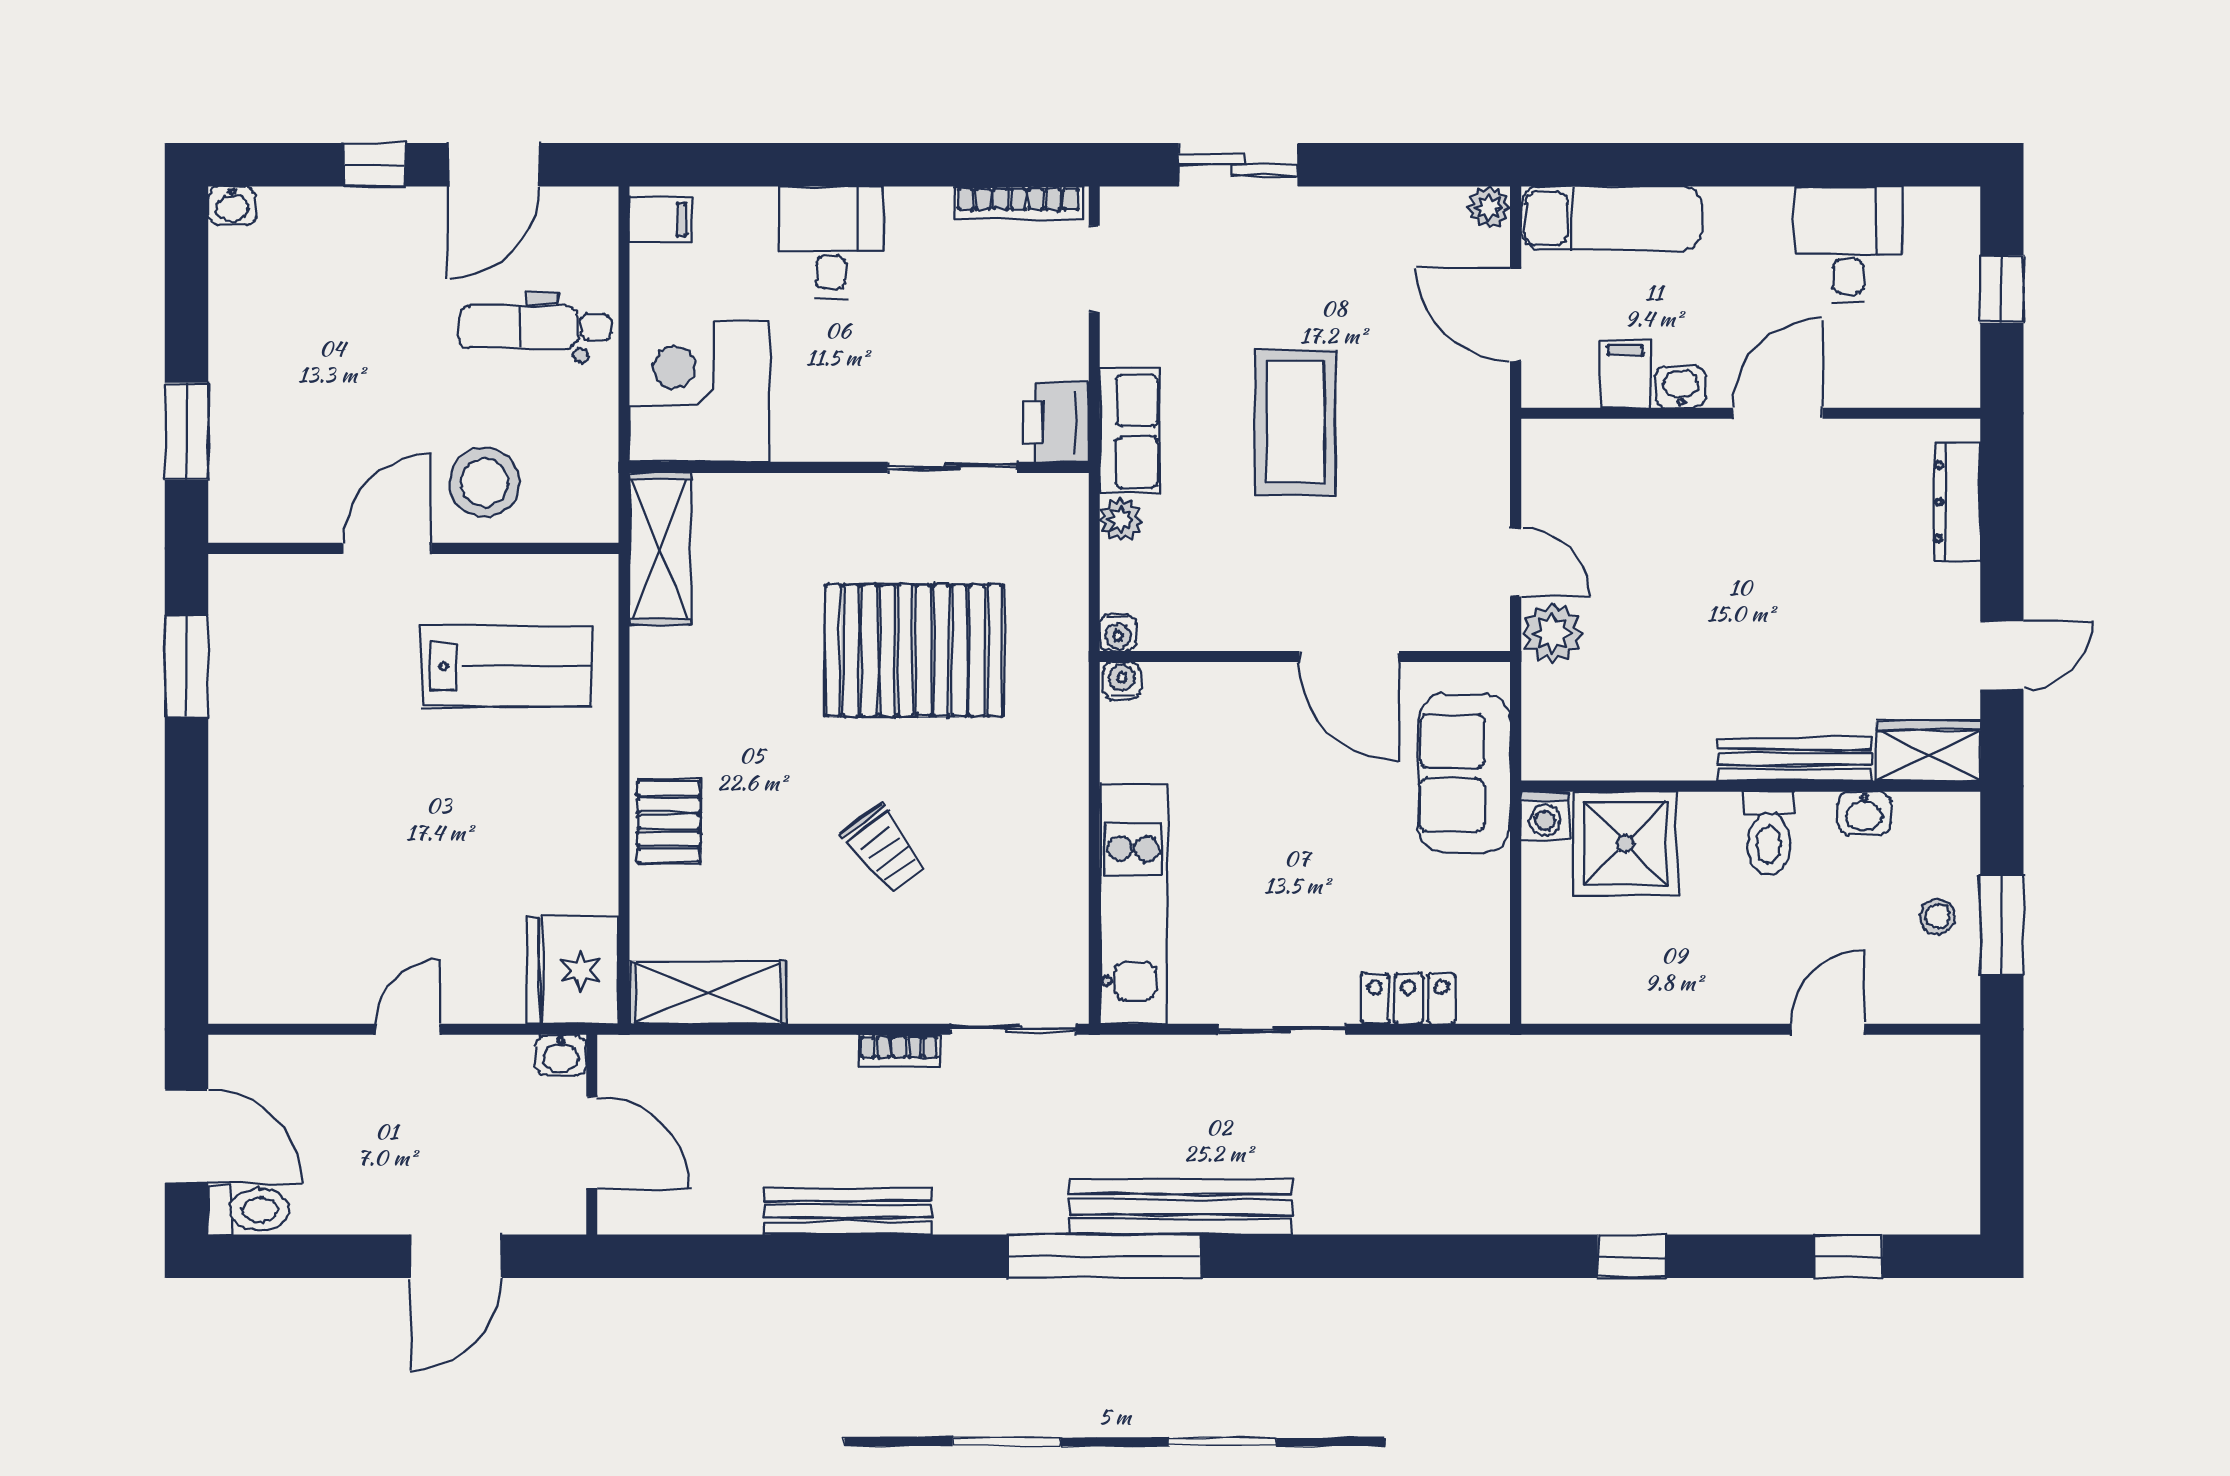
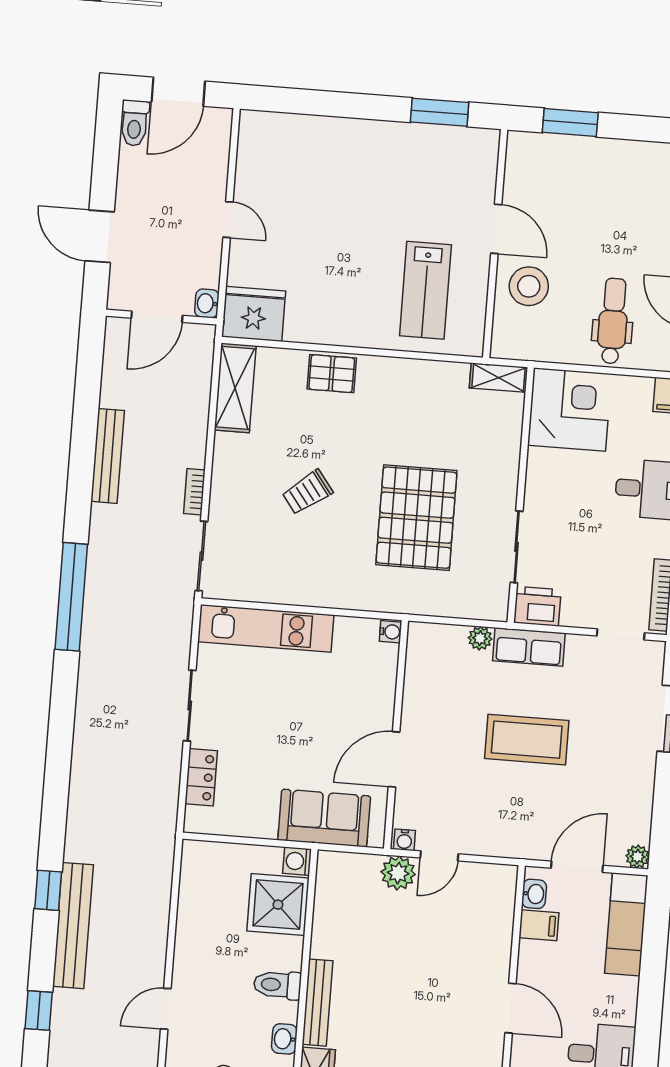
washbasin: (1681, 387) -> (534, 894), moved
shelving: (660, 549) -> (498, 378), width x0.67, depth x0.75
water cooler: (1118, 633) -> (404, 840), moved, turned -90
door: (1827, 1029) -> (166, 1009), swing flipped
bench: (1180, 1207) -> (73, 926), moved

